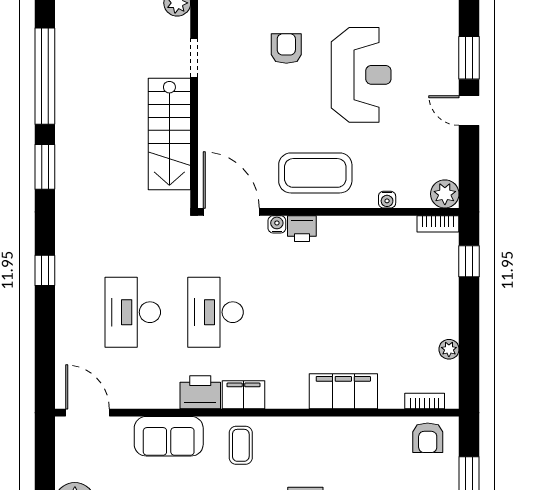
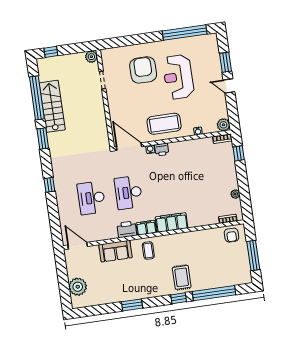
armchair: (286, 49) -> (143, 70), width x1.88, depth x1.88
reception desk: (361, 75) -> (178, 77), turned 180
stairs: (169, 134) -> (52, 106), moved, turned 180
filing cabinet: (343, 391) -> (172, 222), moved

